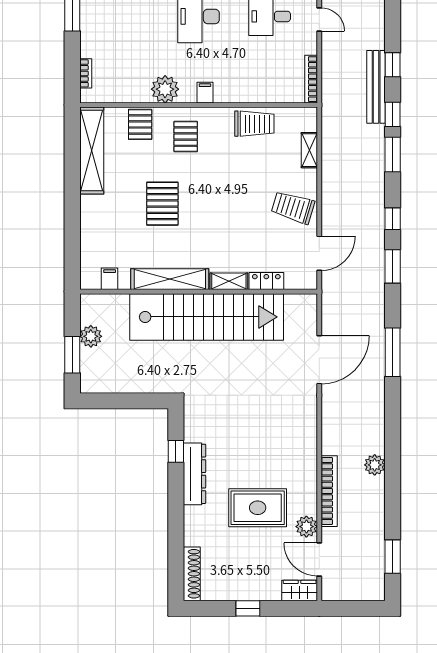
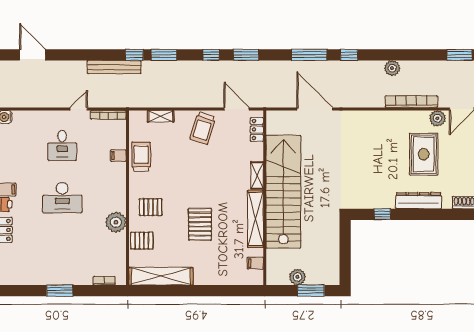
door: (319, 20) -> (79, 109), moved
window: (393, 65) -> (349, 55), moved
filing cabinet: (205, 93) -> (118, 156), moved
pallet: (162, 204) -> (200, 224), turned 90
locker: (266, 281) -> (257, 129), moved
dresser: (194, 474) -> (418, 201), moved

